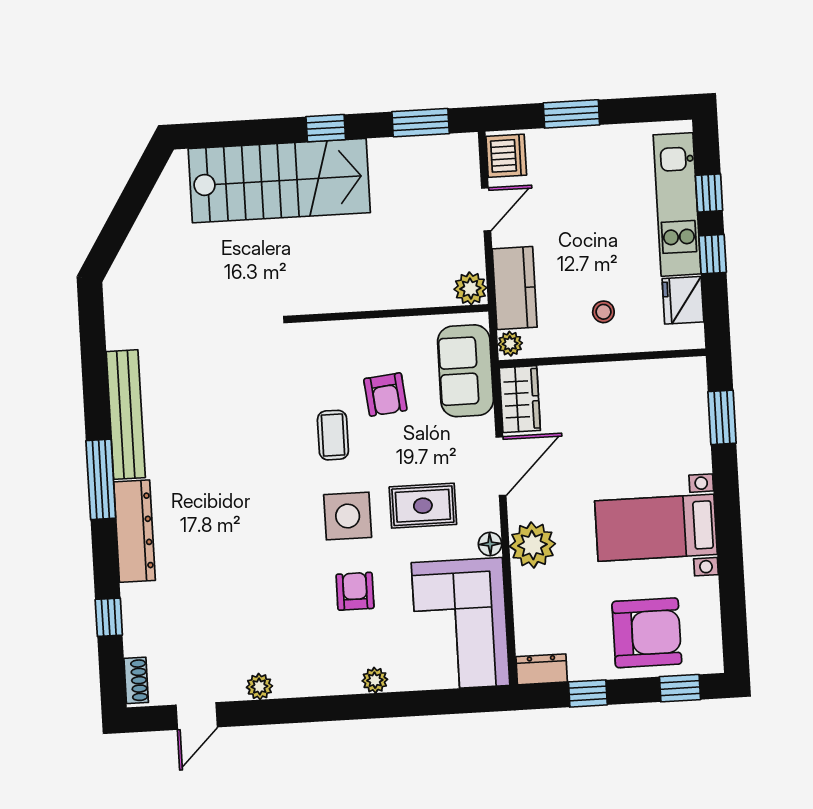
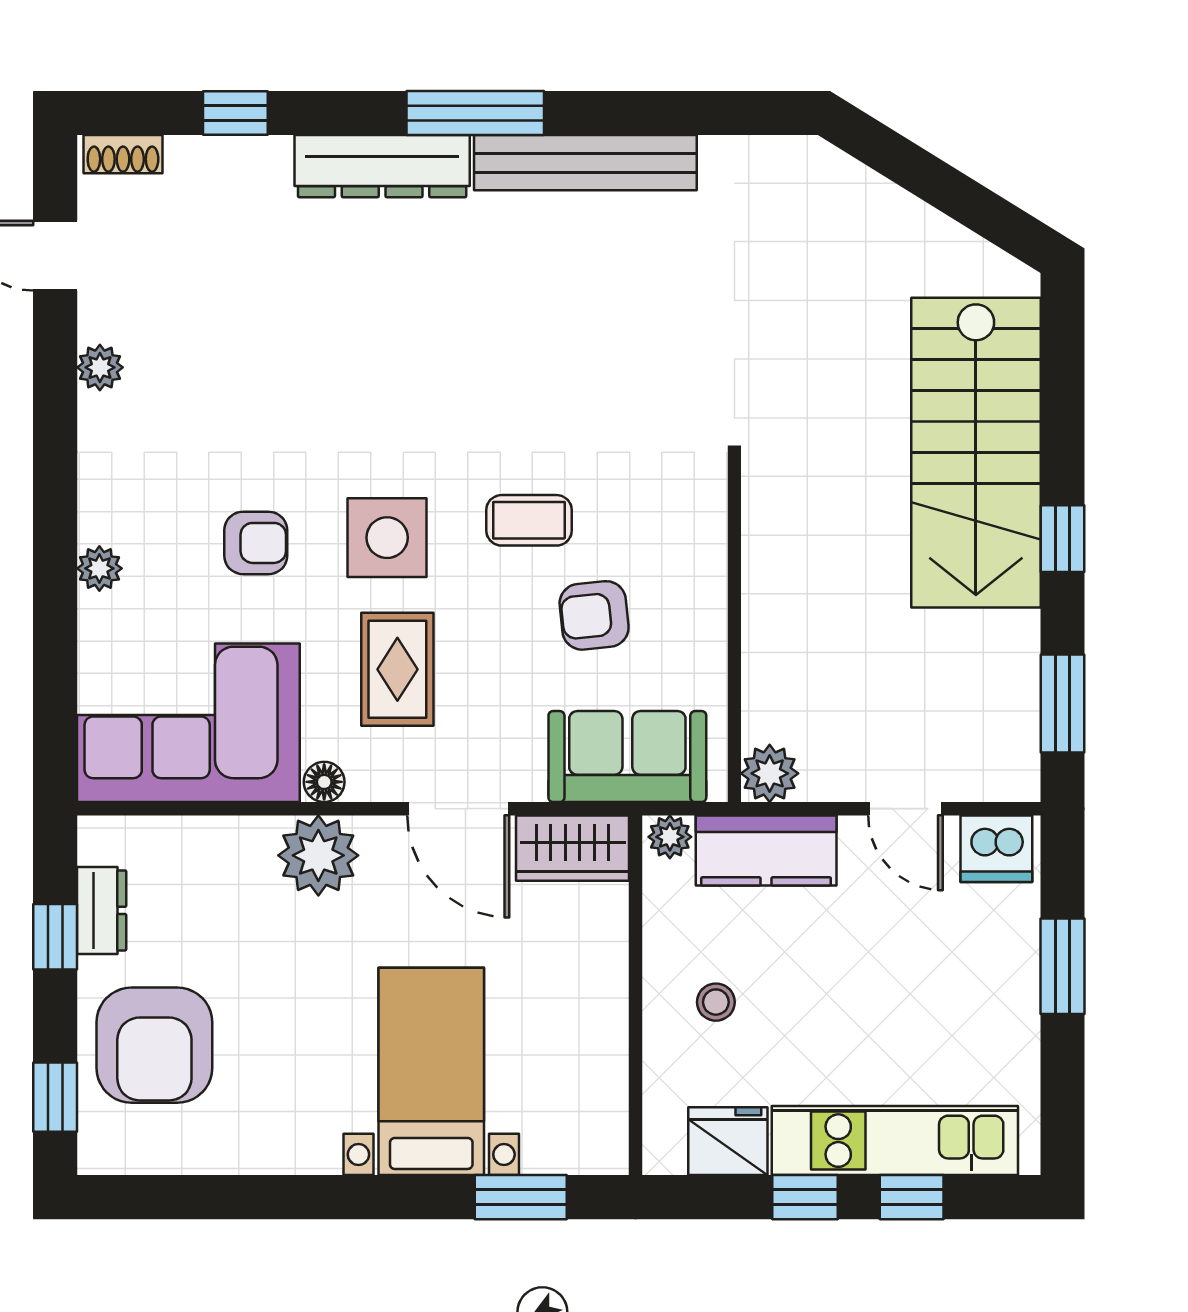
bed with nightstands: (656, 528) -> (431, 1071), moved
dresser: (542, 669) -> (102, 910), moved

